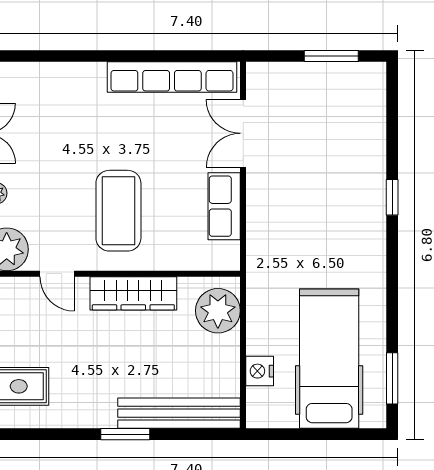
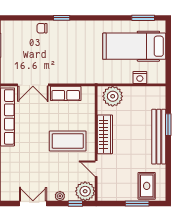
chair: (369, 154) -> (42, 28), added
door: (57, 274) -> (96, 169), swing flipped
bench: (179, 413) -> (159, 137), moved
window: (125, 434) -> (168, 125), moved

